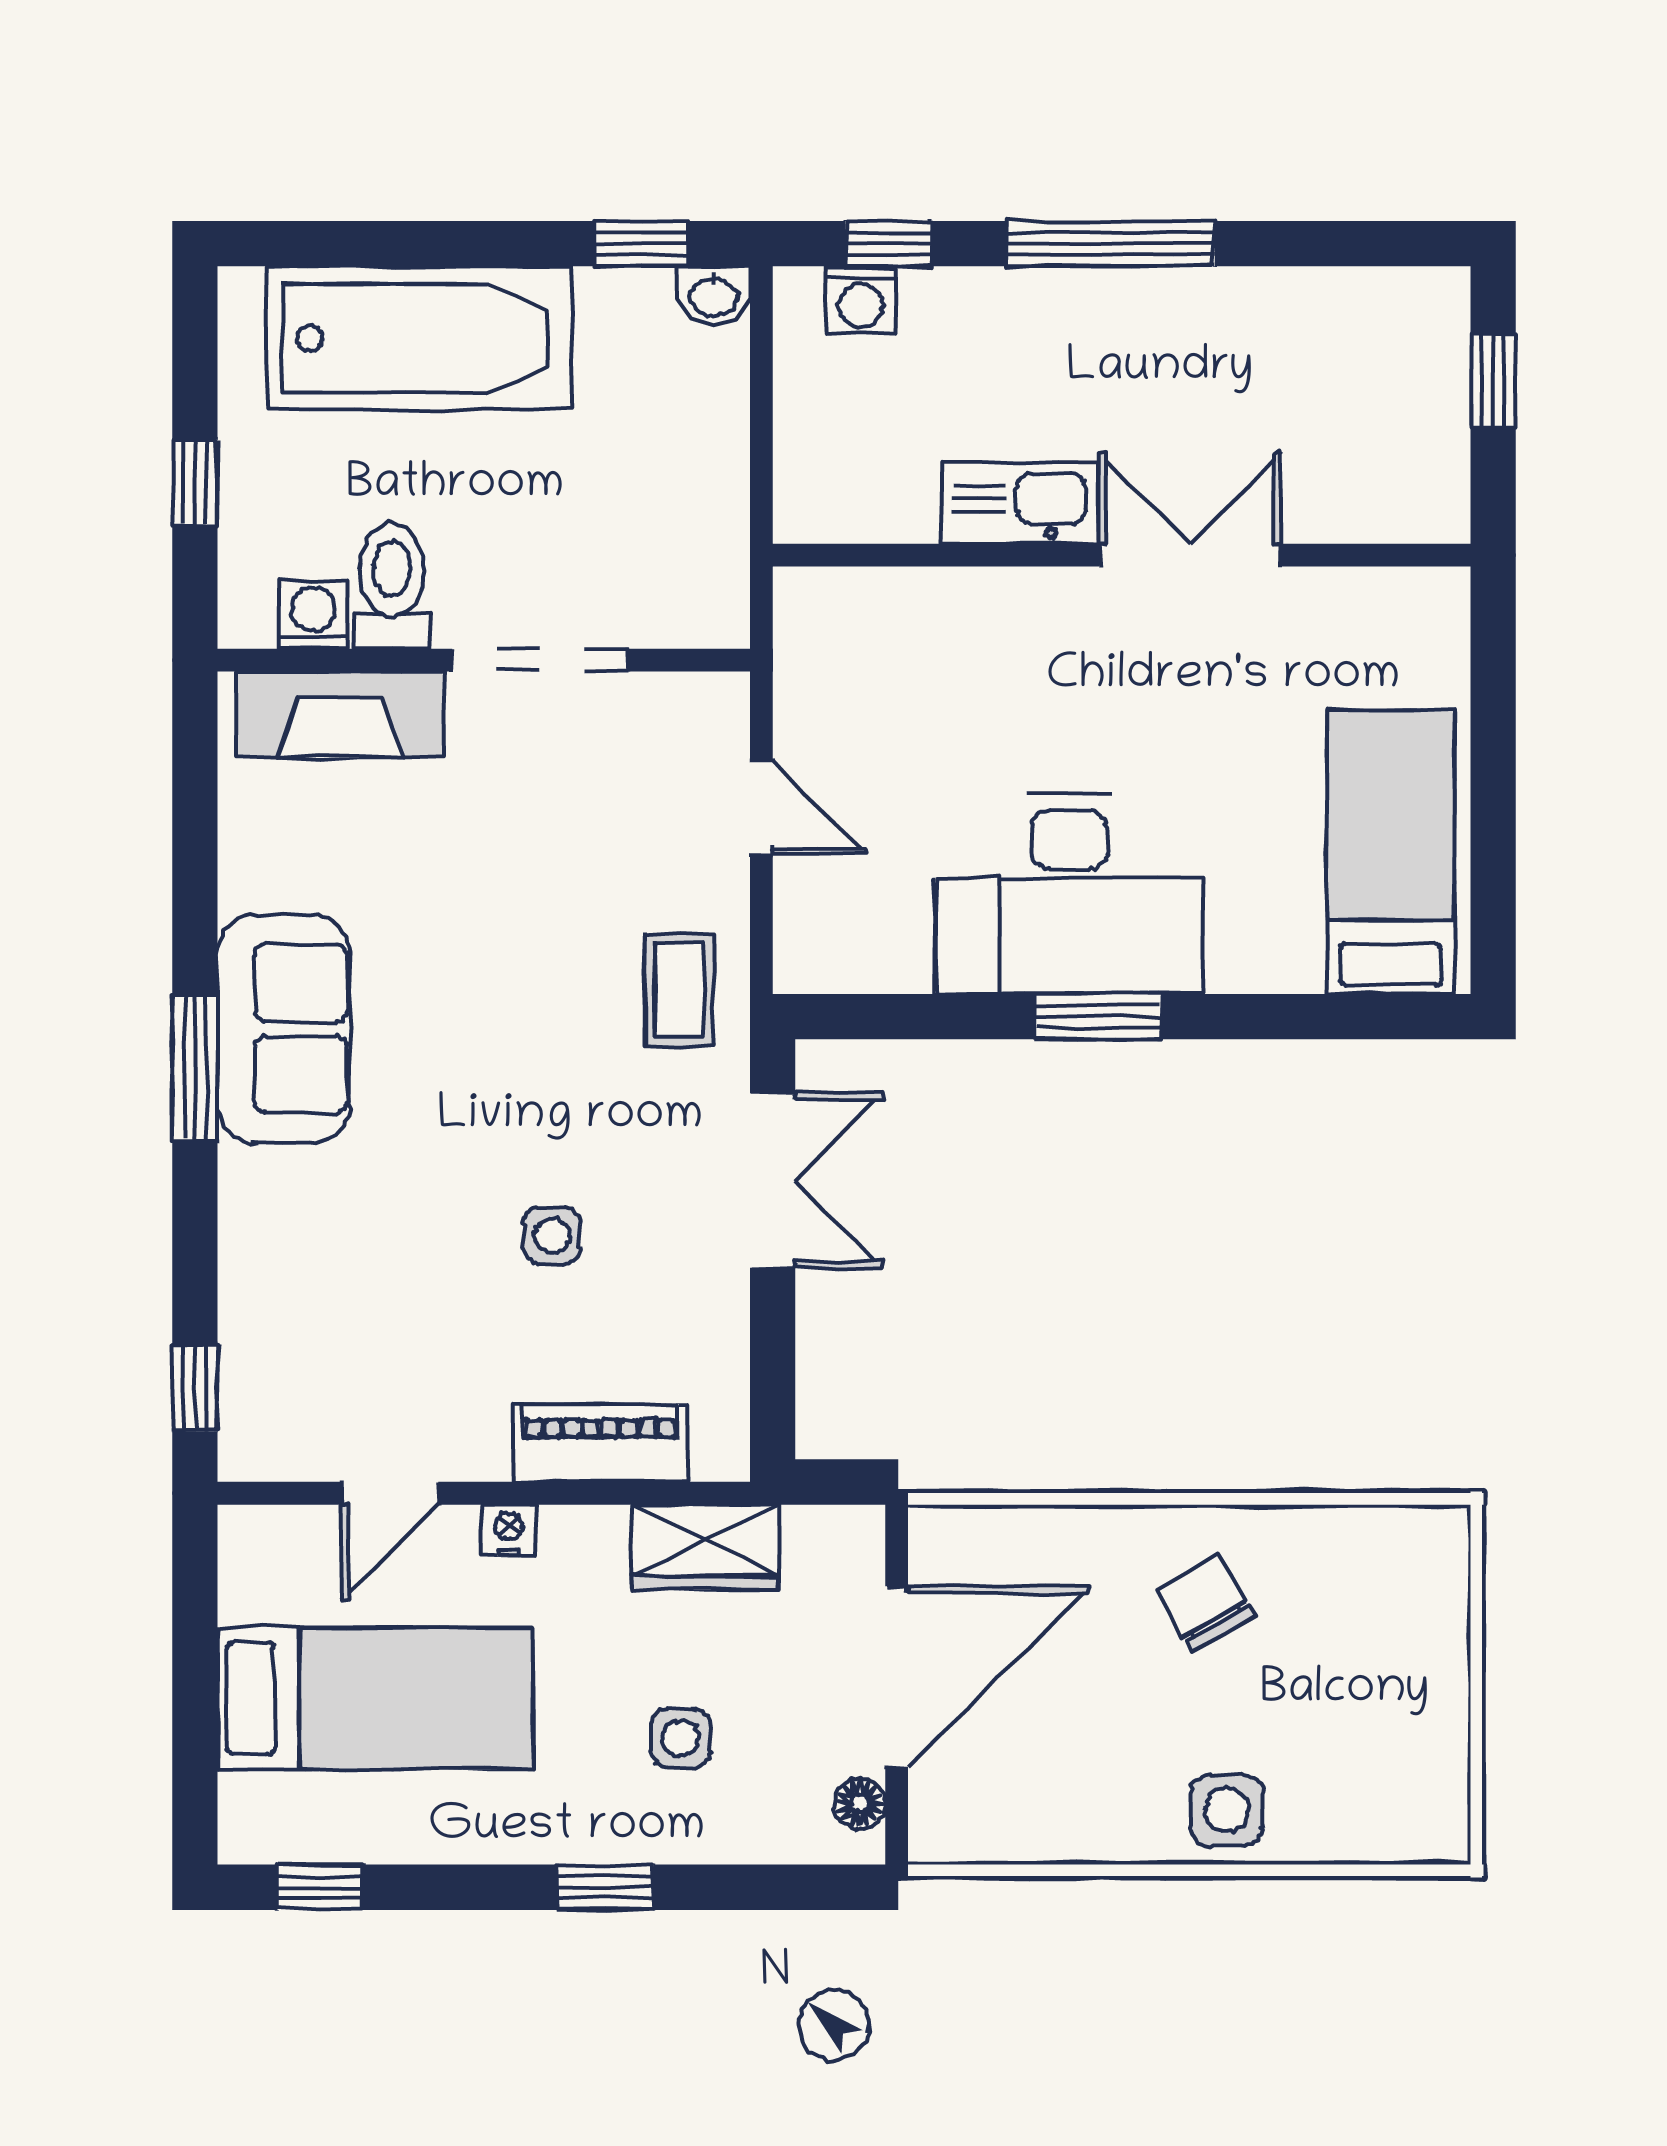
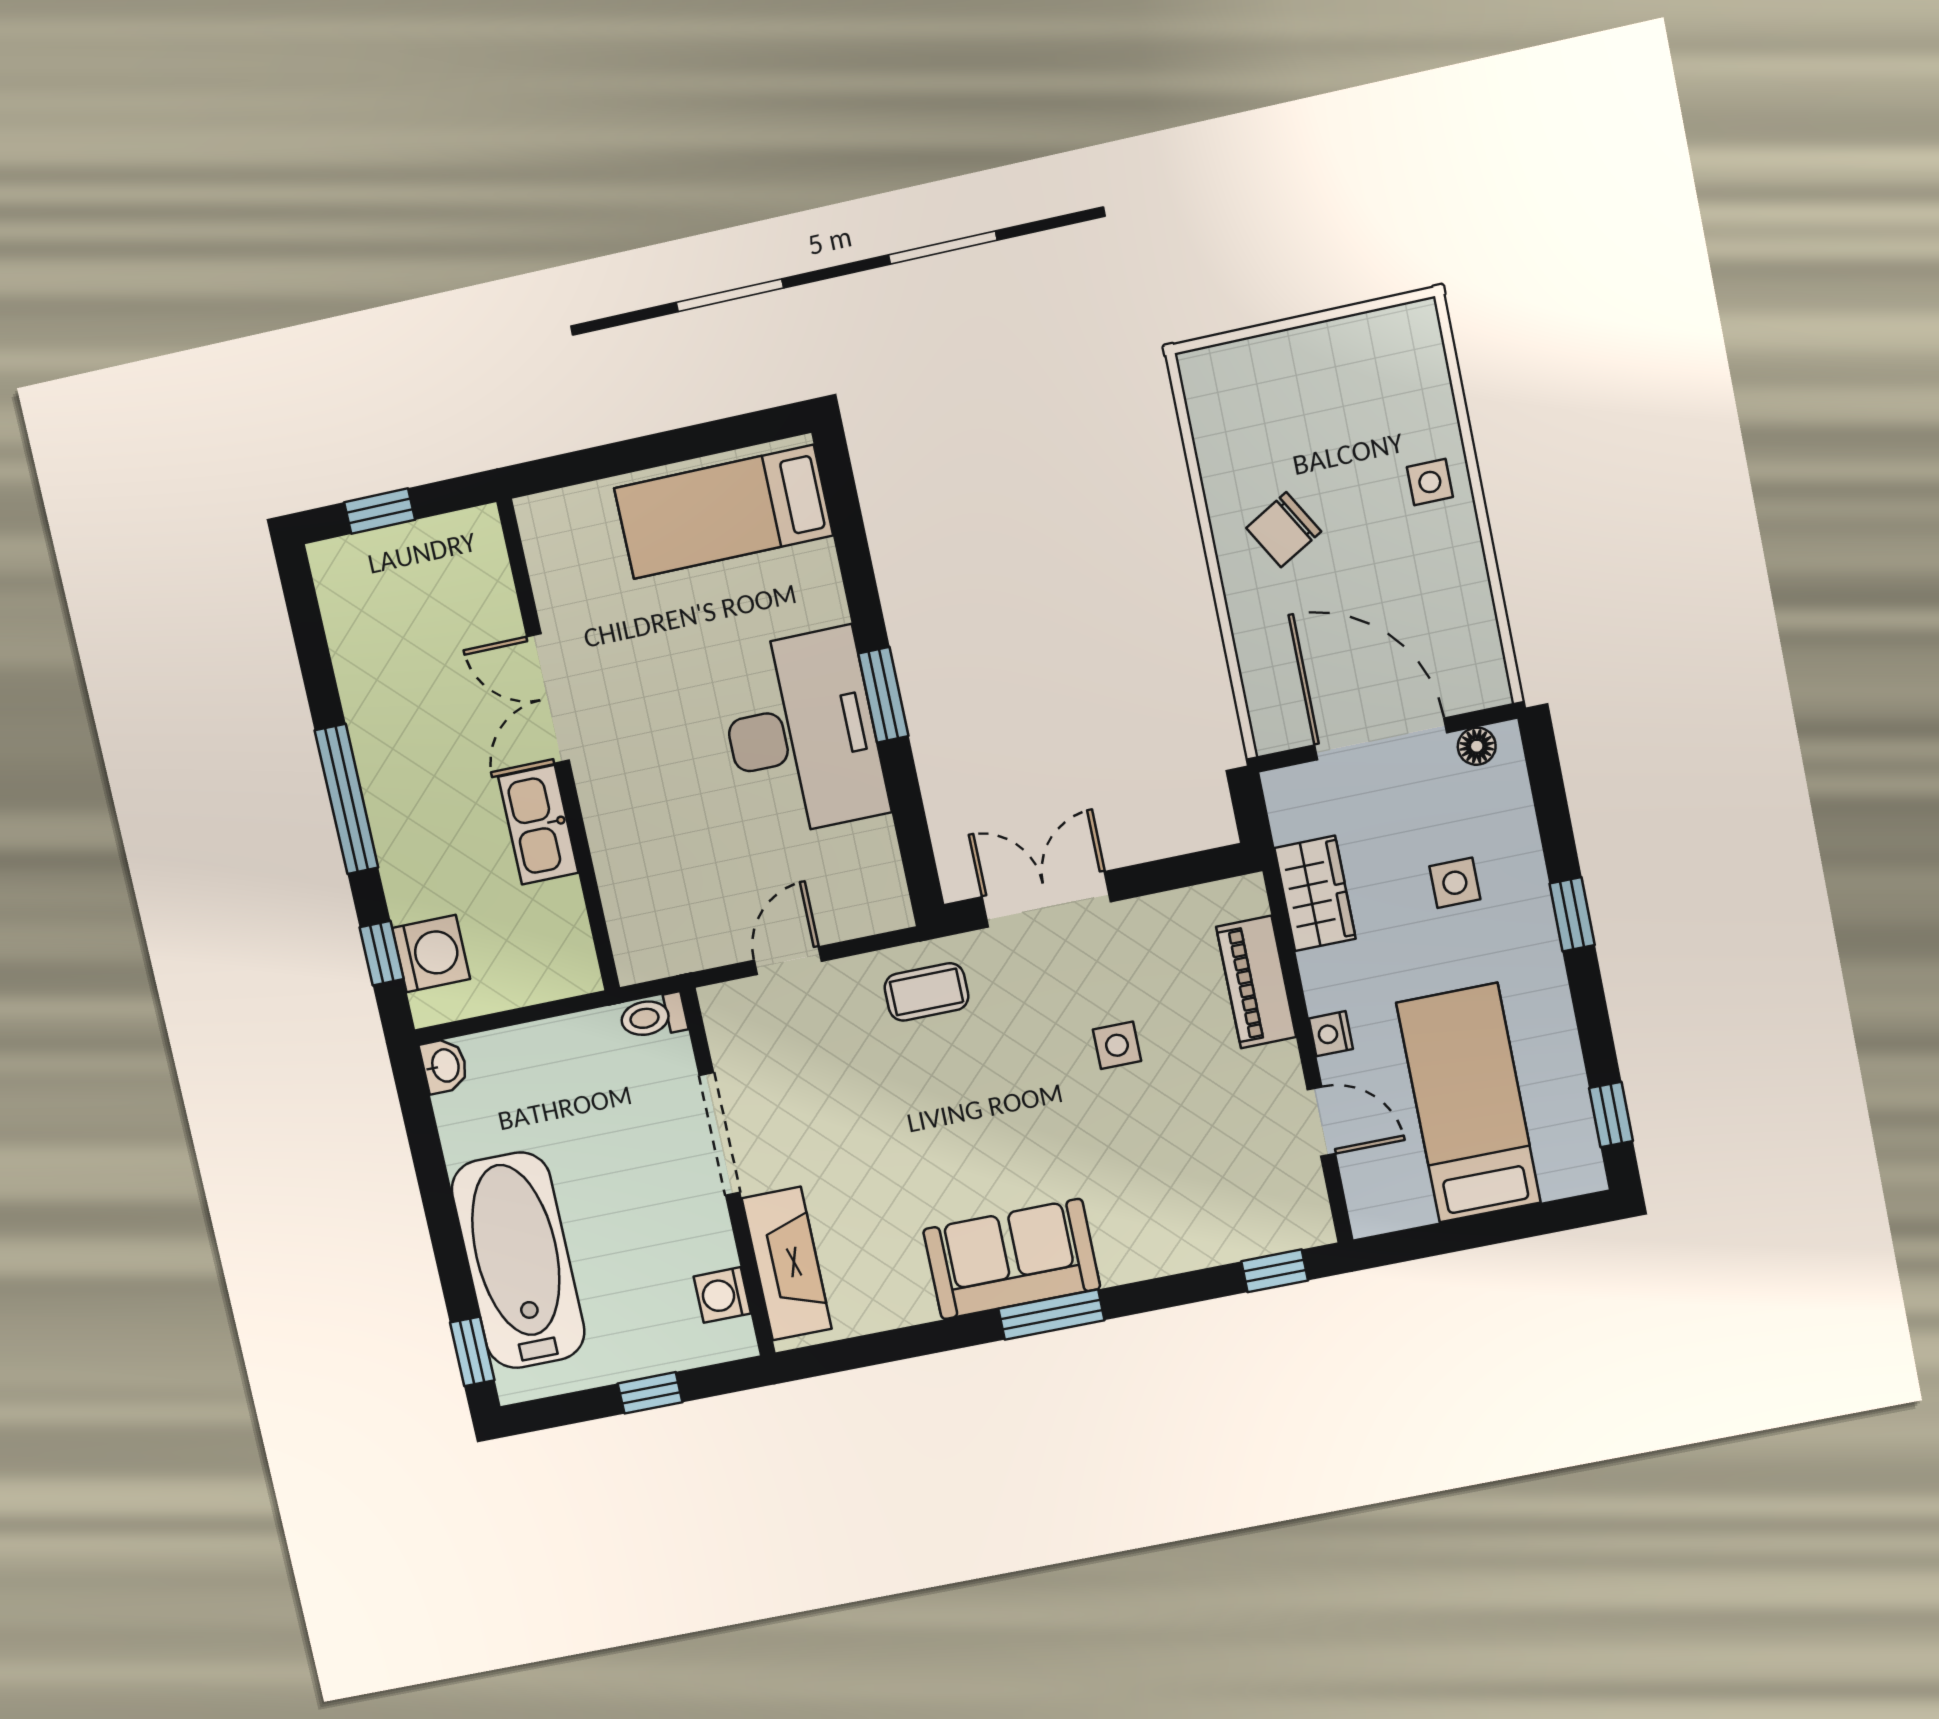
window: (642, 244) -> (472, 1351), moved
washing machine: (861, 300) -> (431, 953), width x1.38, depth x1.38
toilet: (392, 586) -> (653, 1017), moved, width x0.73, depth x0.72
side table: (1227, 1810) -> (1430, 482), width x0.73, depth x0.73

